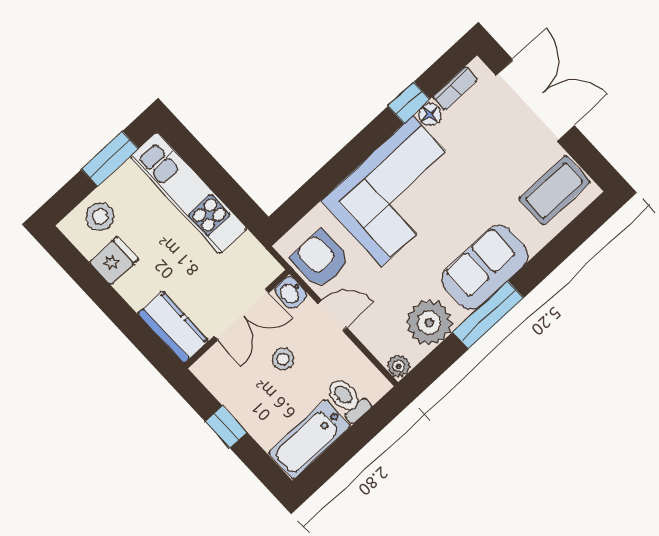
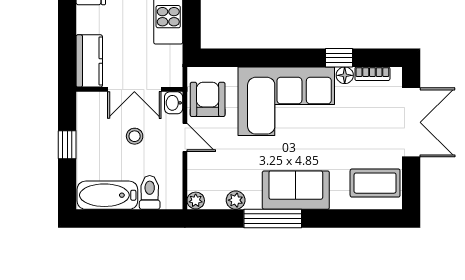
plant: (429, 323) -> (236, 200), width x0.53, depth x0.53

